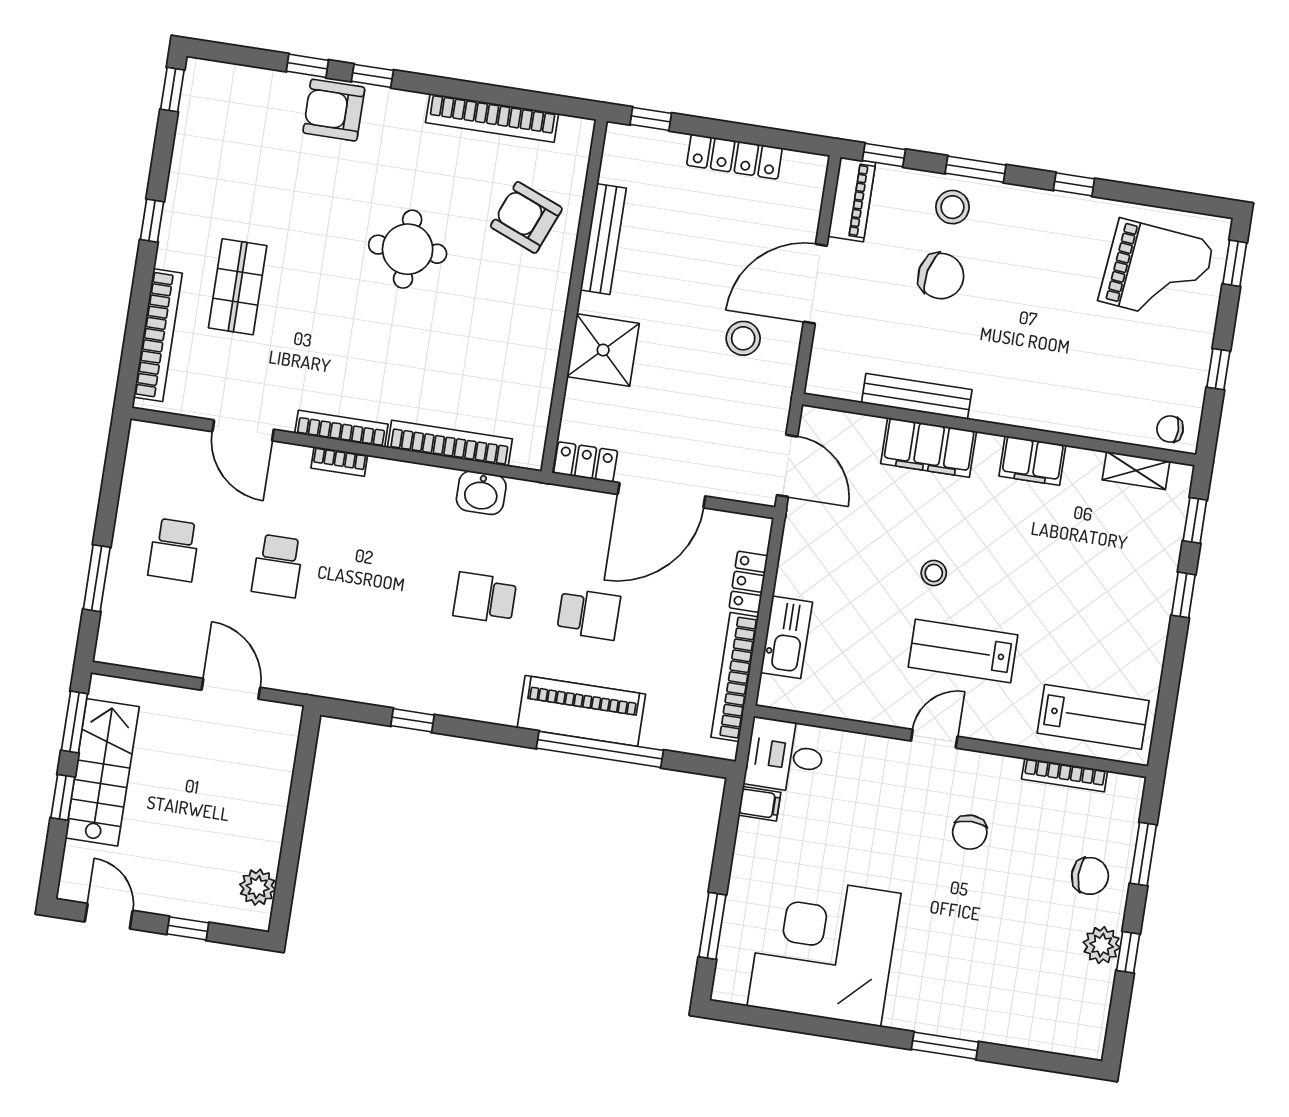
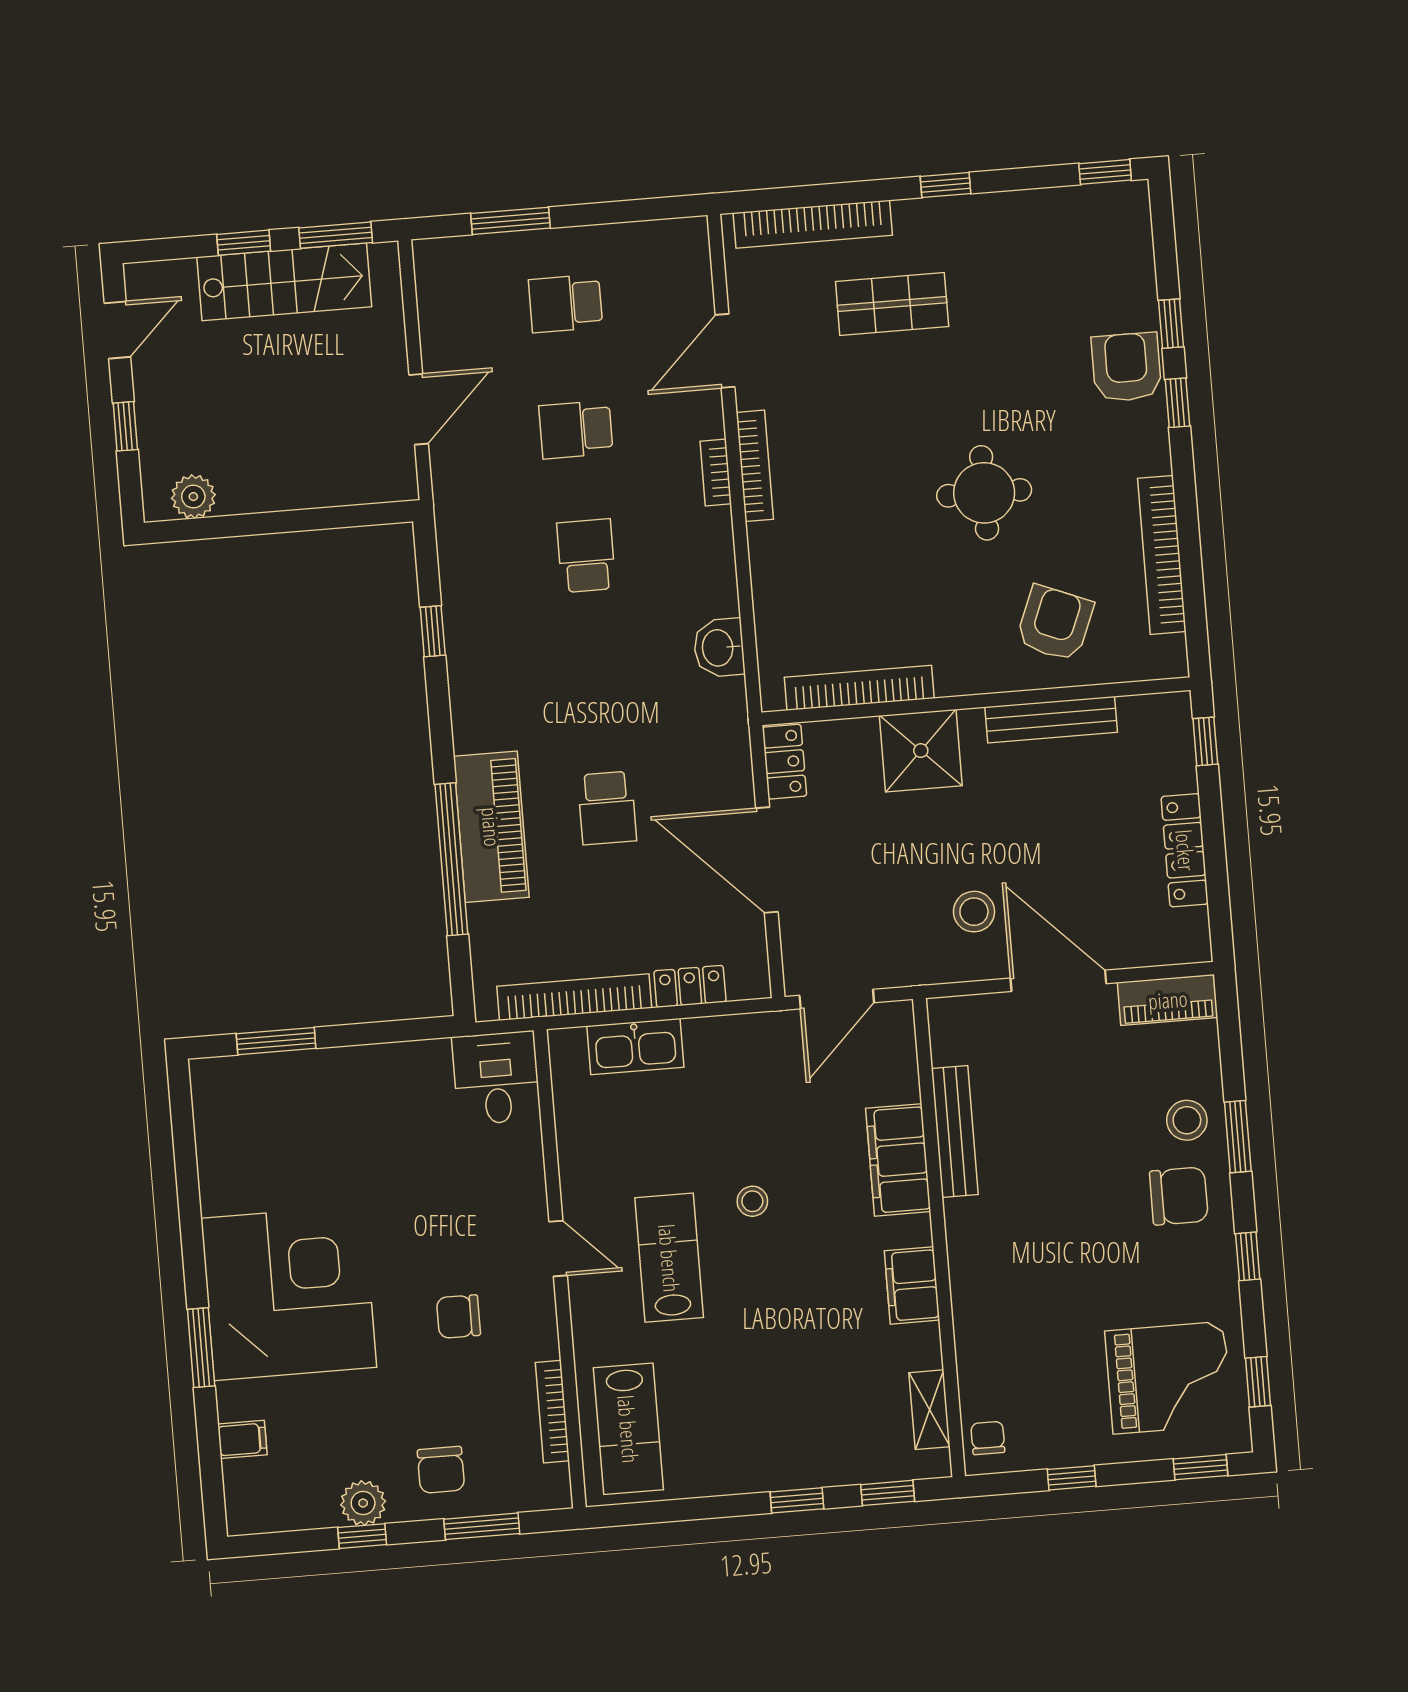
window: (884, 155) -> (1258, 1382), moved
grand piano: (1156, 272) -> (1169, 1378), turned -96
chair: (941, 276) -> (1179, 1196), moved, turned -102
bookcase: (450, 443) -> (859, 688), moved, turned -90
school desk: (485, 598) -> (586, 556), moved
filing cabinet: (760, 804) -> (242, 1439), moved, turned -90
corner desk: (824, 950) -> (289, 1293), moved

